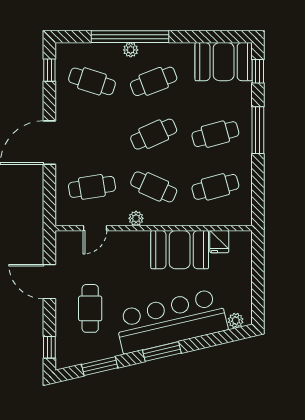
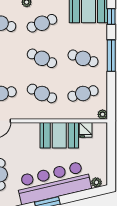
cafe table: (154, 134) -> (42, 58), turned 48
cafe table: (215, 134) -> (83, 58), turned 33
plant: (136, 218) -> (103, 114), moved

